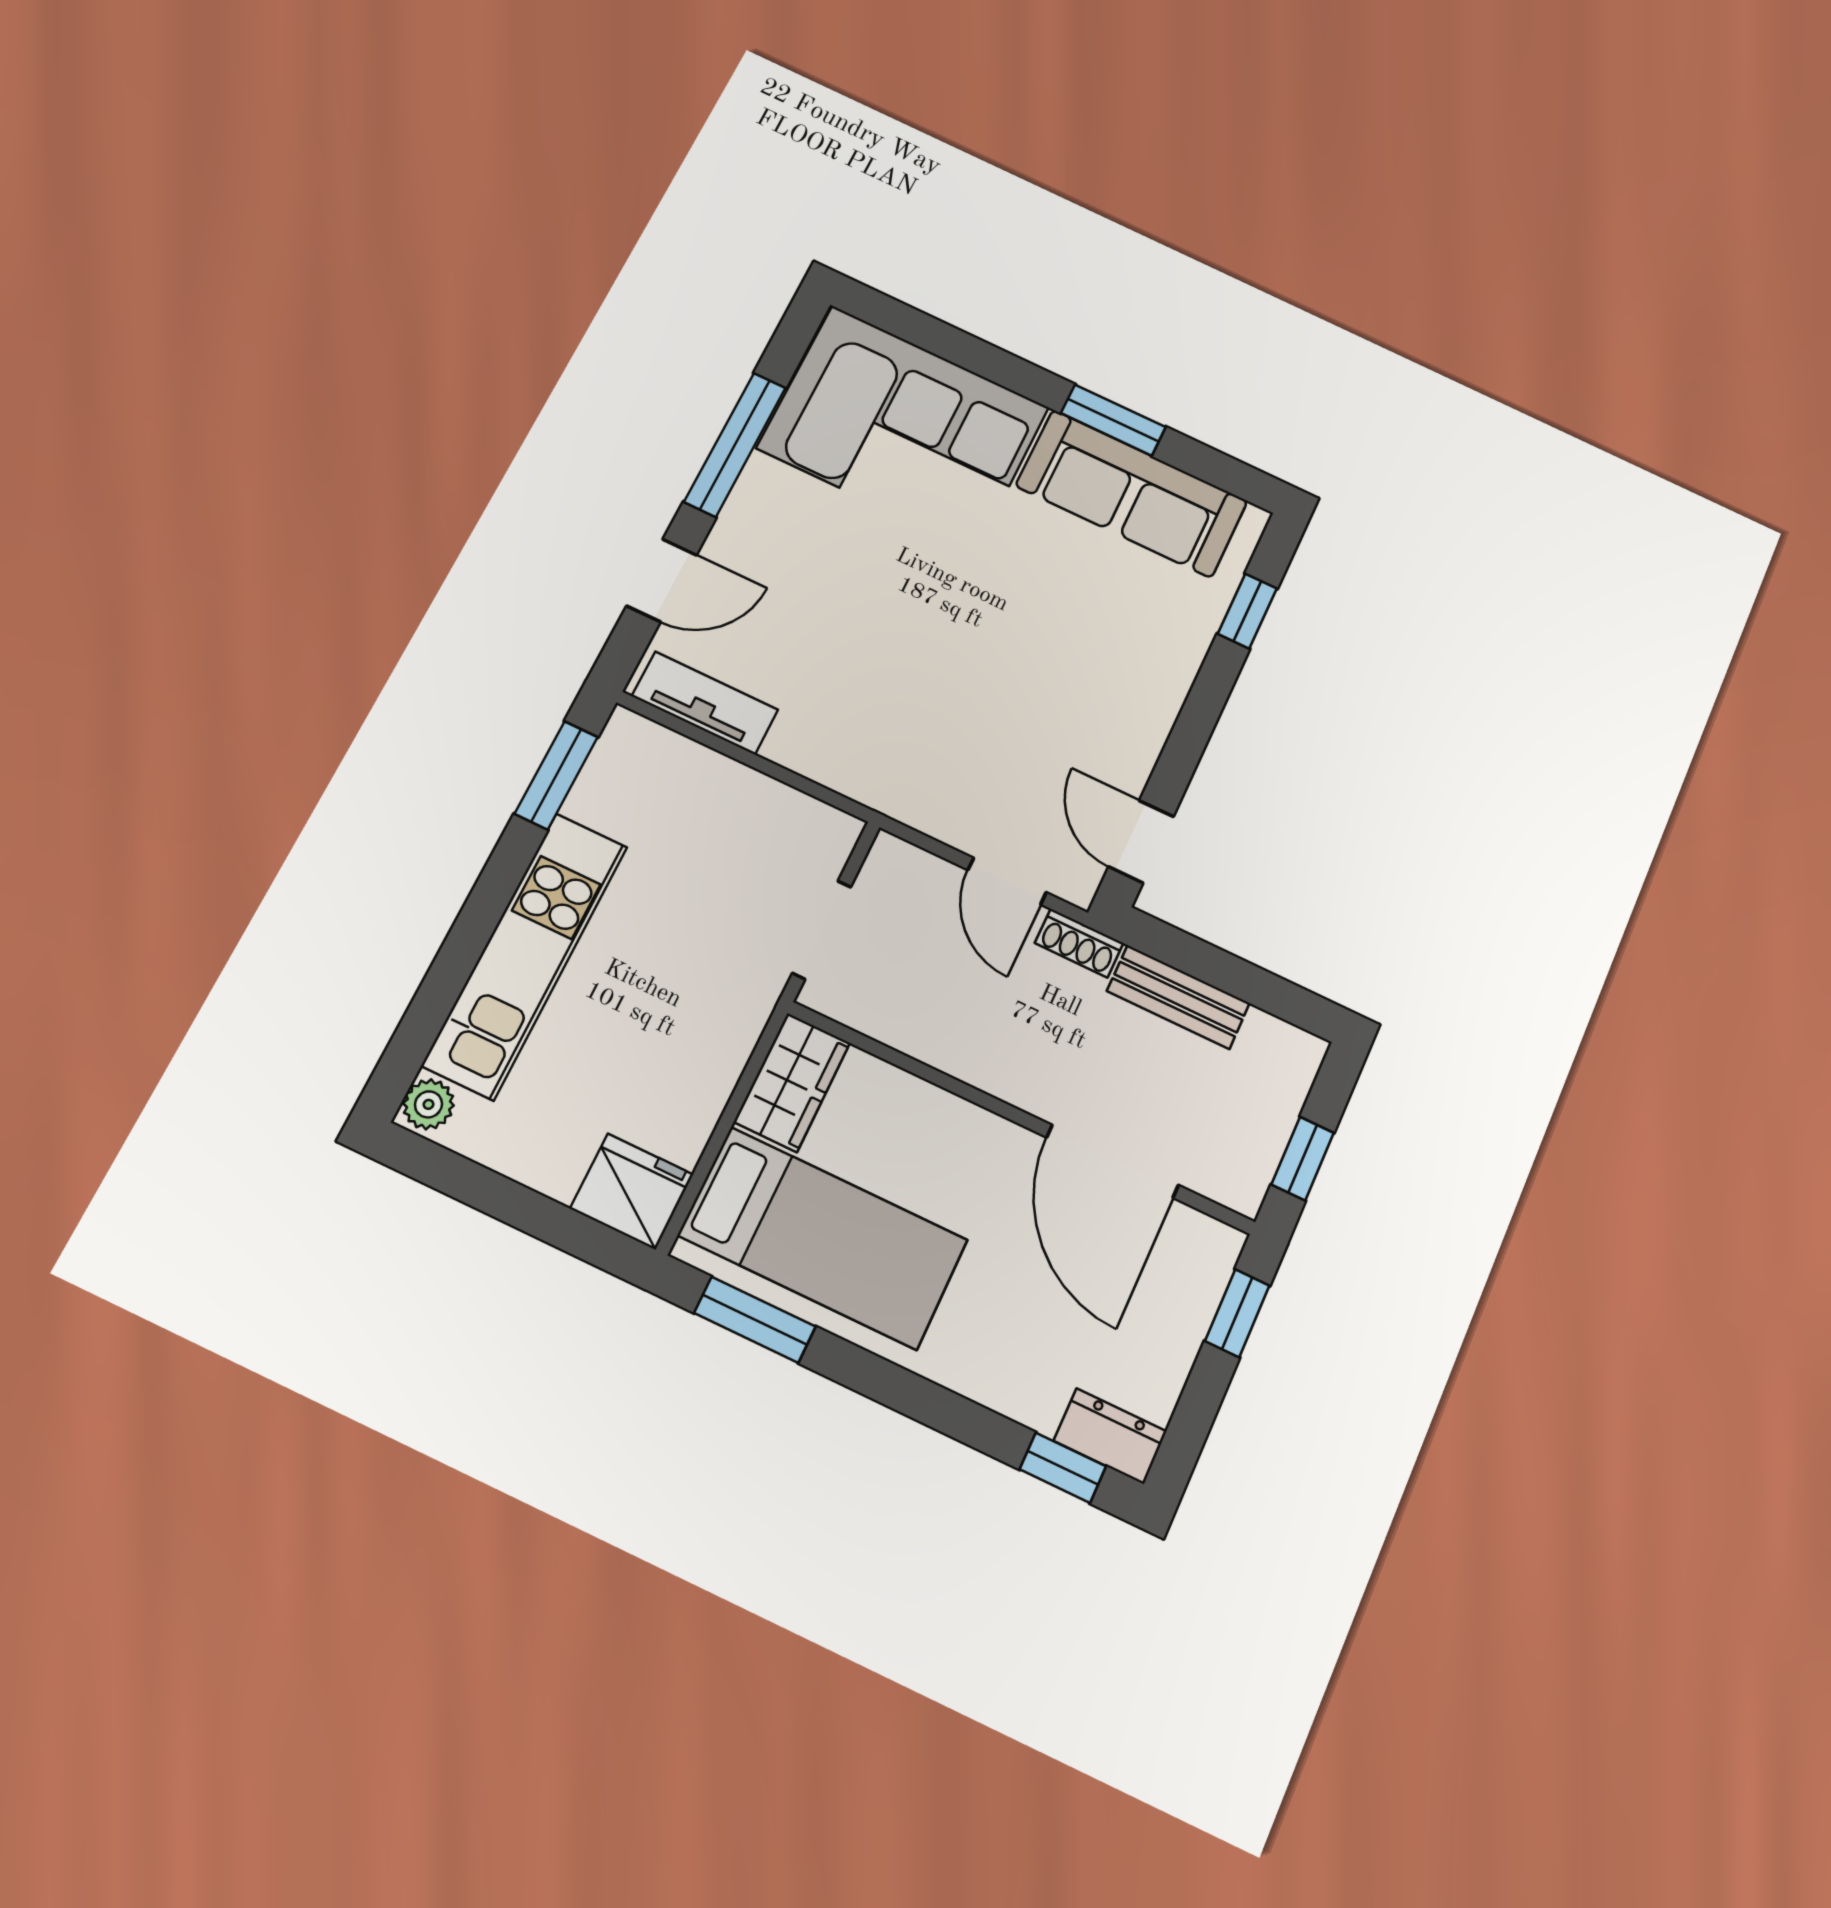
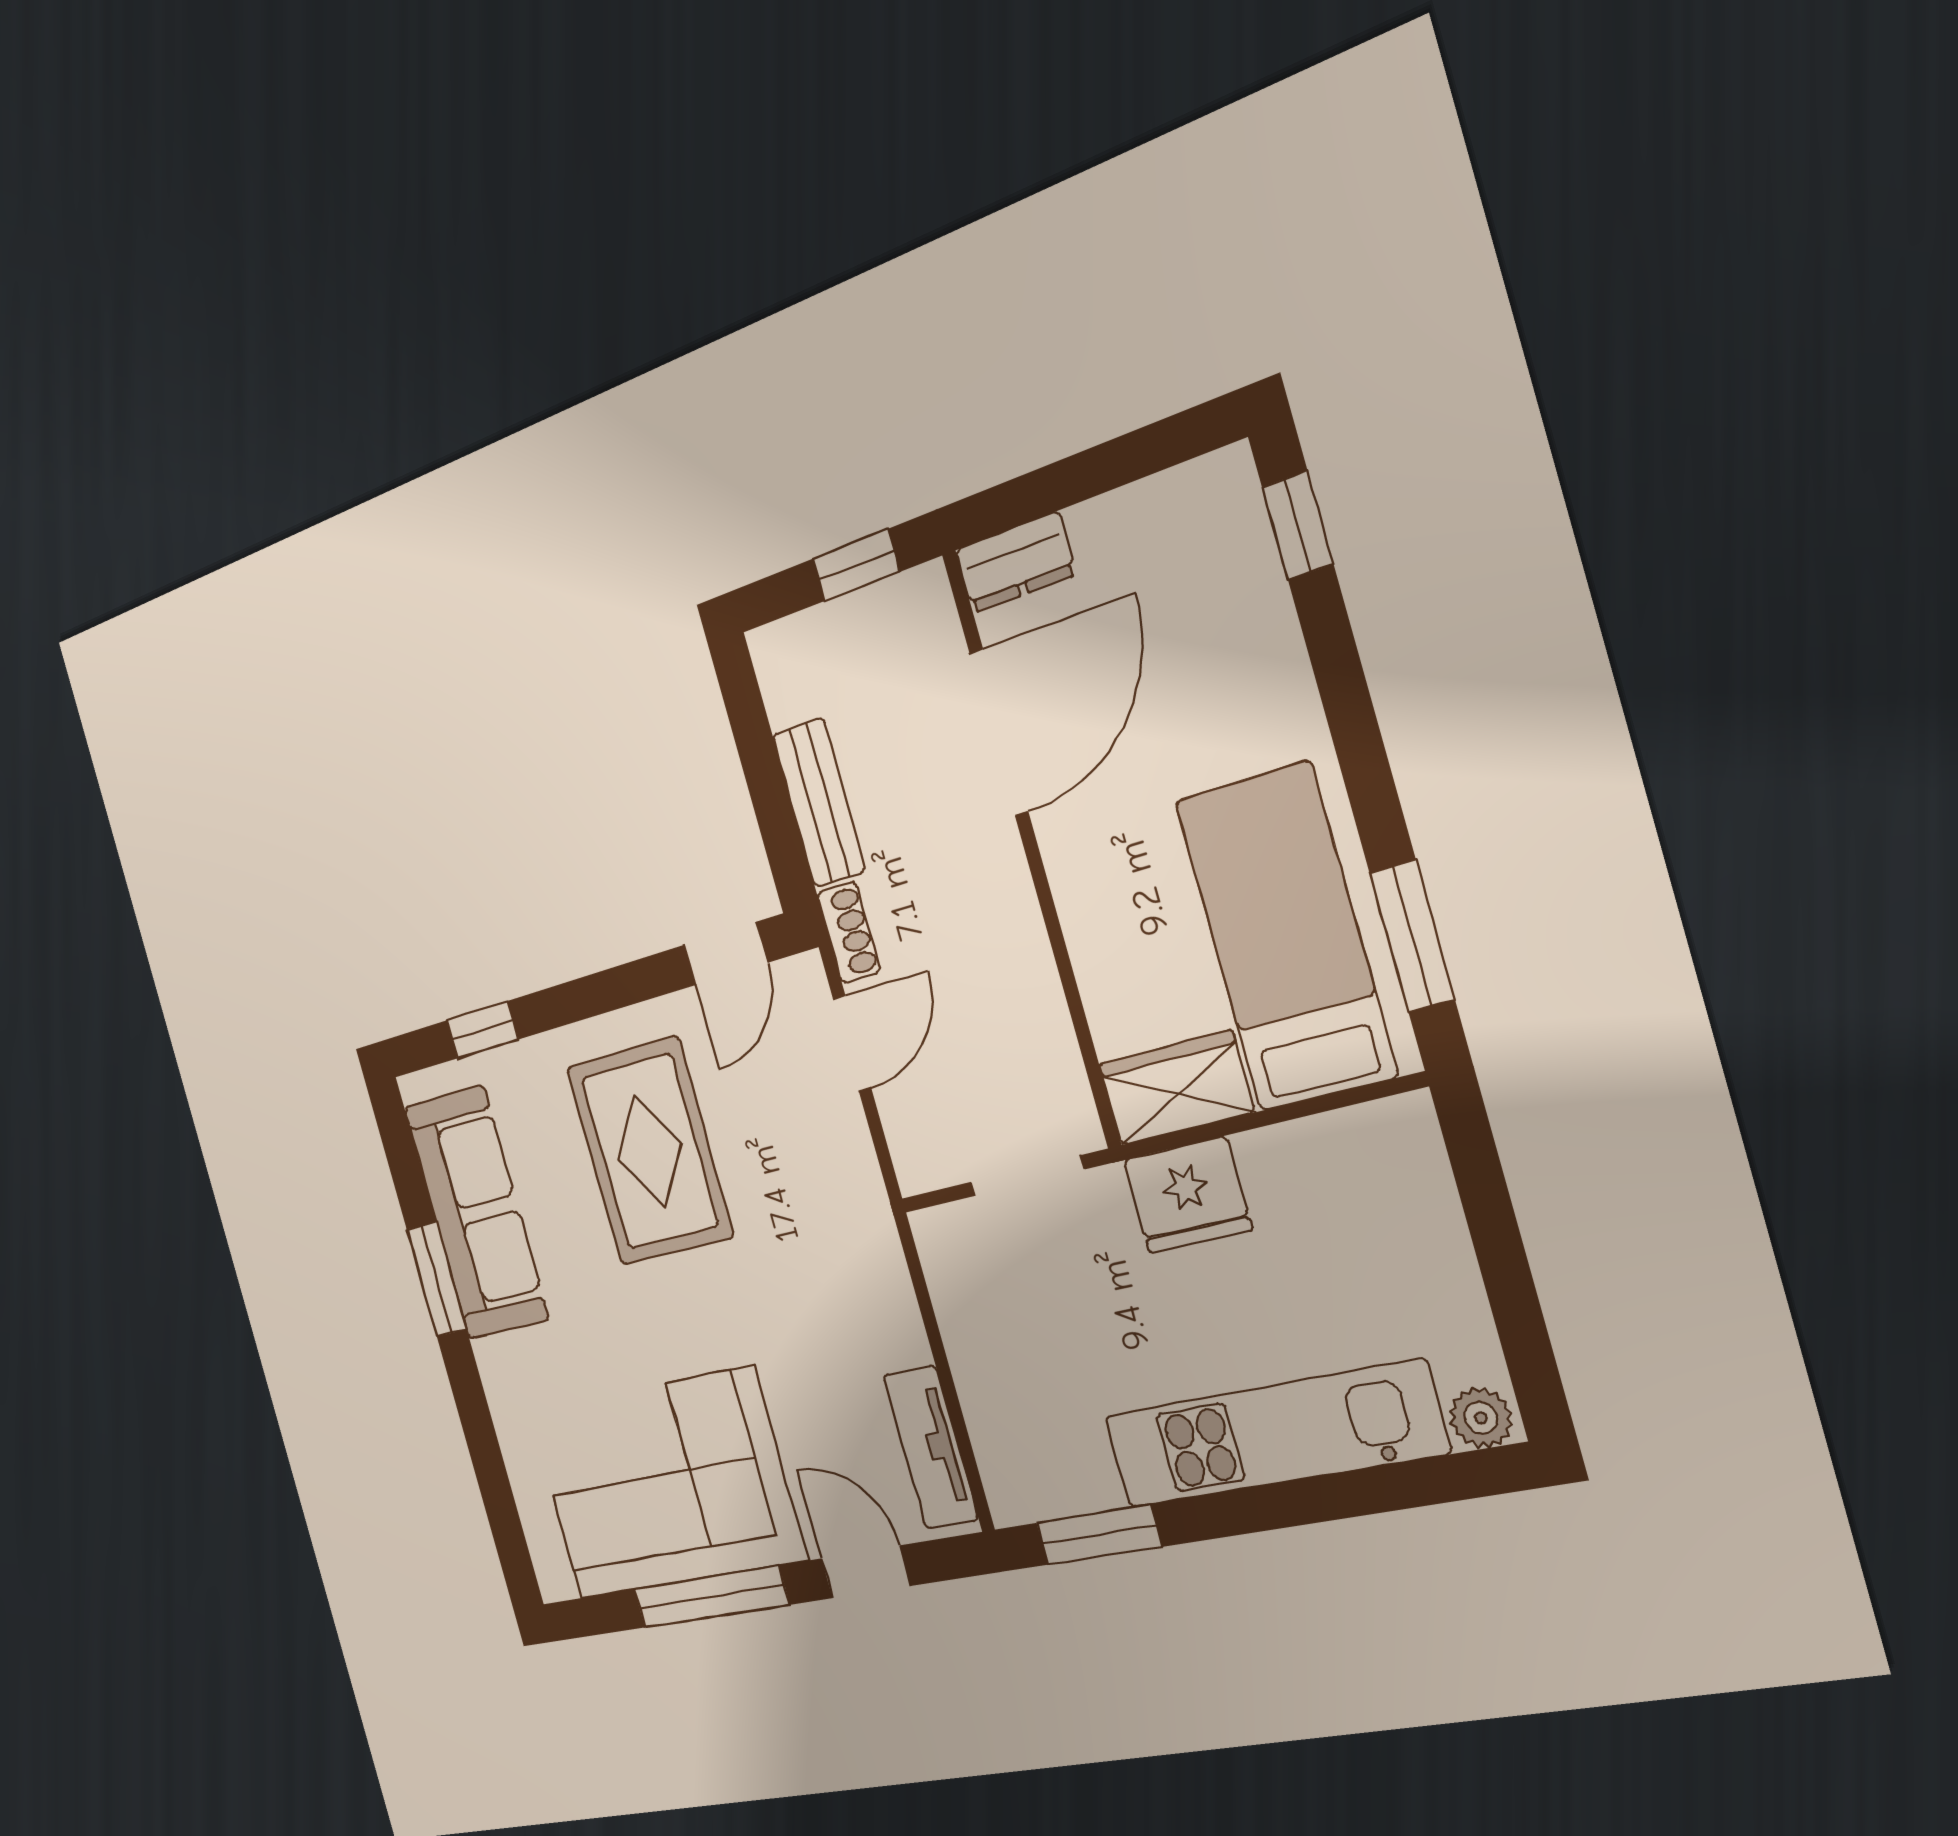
corner sofa: (904, 428) -> (665, 1484), moved, turned -90
rug: (1062, 667) -> (650, 1151), added
fridge: (632, 1191) -> (1188, 1195), moved, turned -90
window: (1237, 1313) -> (1030, 497), removed
dresser: (1110, 1436) -> (1016, 562), moved, turned -90

